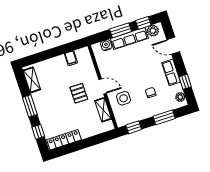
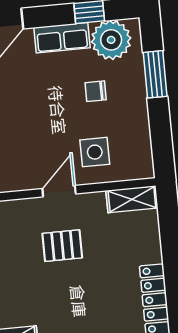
plant: (180, 97) -> (111, 40), width x1.88, depth x1.88
shelving: (103, 110) -> (132, 199), moved
window: (134, 127) -> (162, 144), removed

